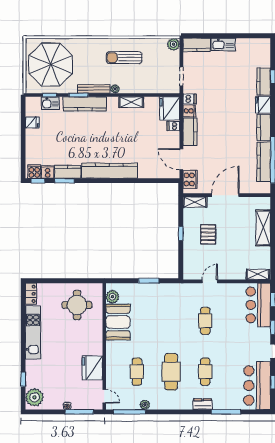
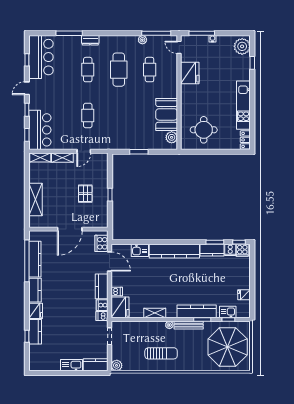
kitchen sink: (148, 172) -> (140, 250), added
shelving: (195, 202) -> (62, 158), moved

